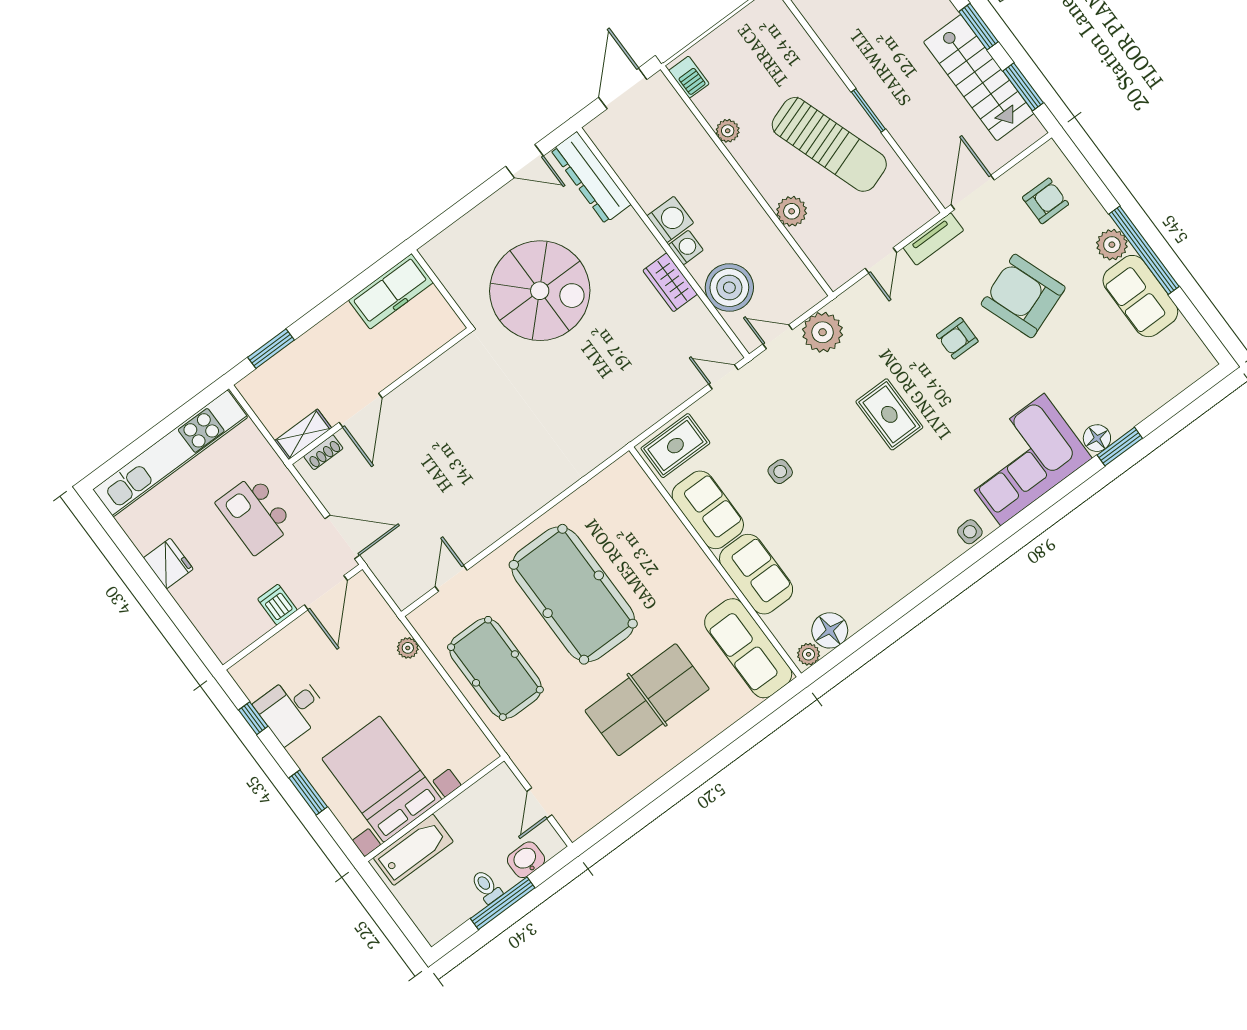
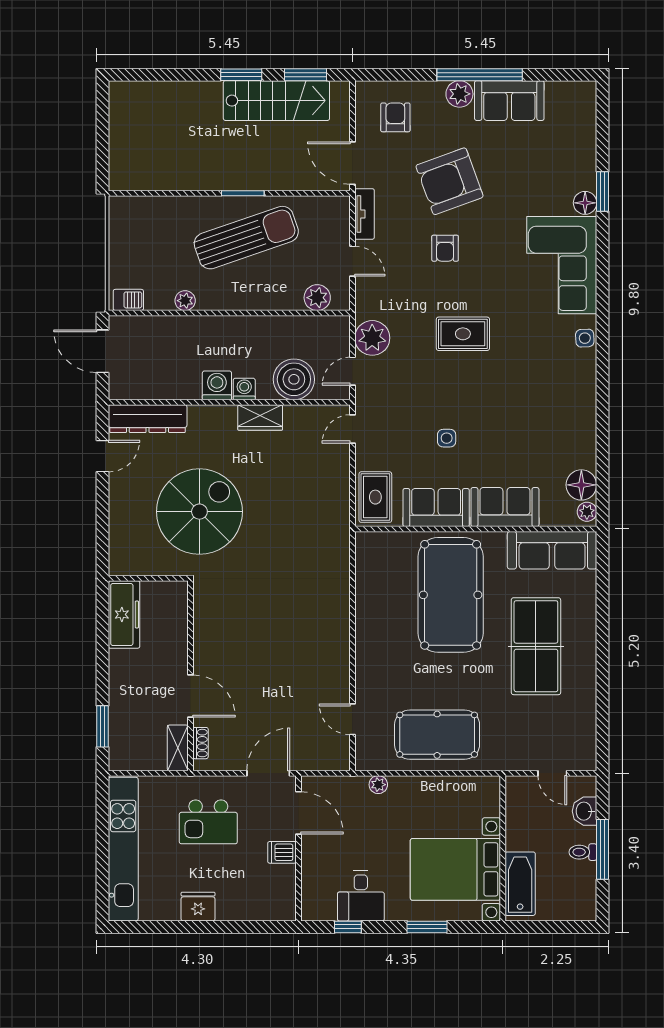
plant: (792, 211) -> (317, 298), moved
pool table: (573, 594) -> (451, 595), moved, turned 90

